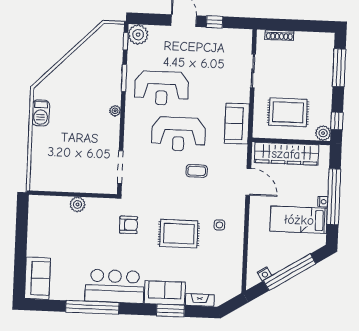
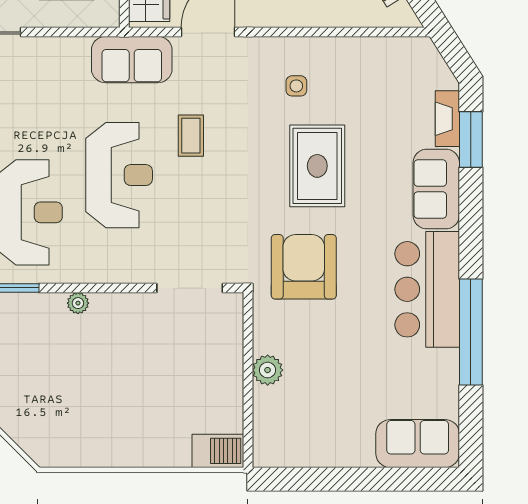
barbecue: (41, 113) -> (218, 451), moved
sofa: (237, 124) -> (132, 60), moved
armchair: (128, 225) -> (304, 267), width x1.88, depth x1.88
window: (170, 311) -> (471, 140), moved

